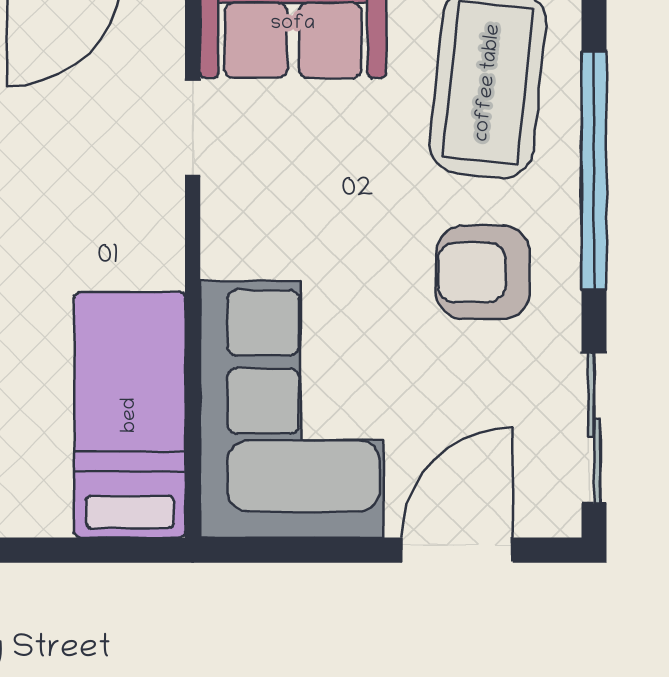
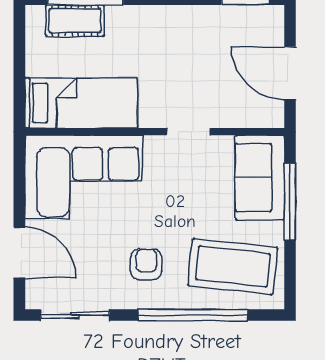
doorway: (193, 128) -> (189, 132), moved
armchair: (483, 272) -> (146, 264), width x0.72, depth x0.72

